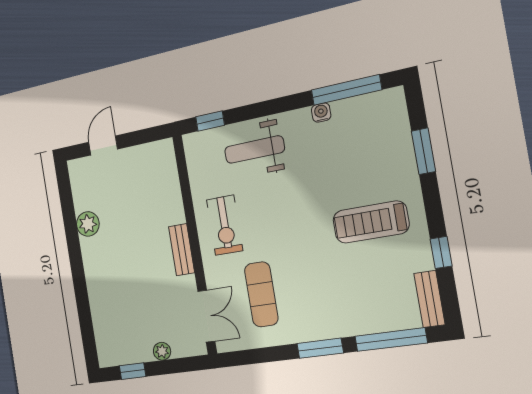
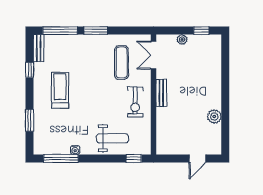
treadmill: (371, 222) -> (60, 90), turned -90
exercise bike: (225, 225) -> (135, 102), turned 180

